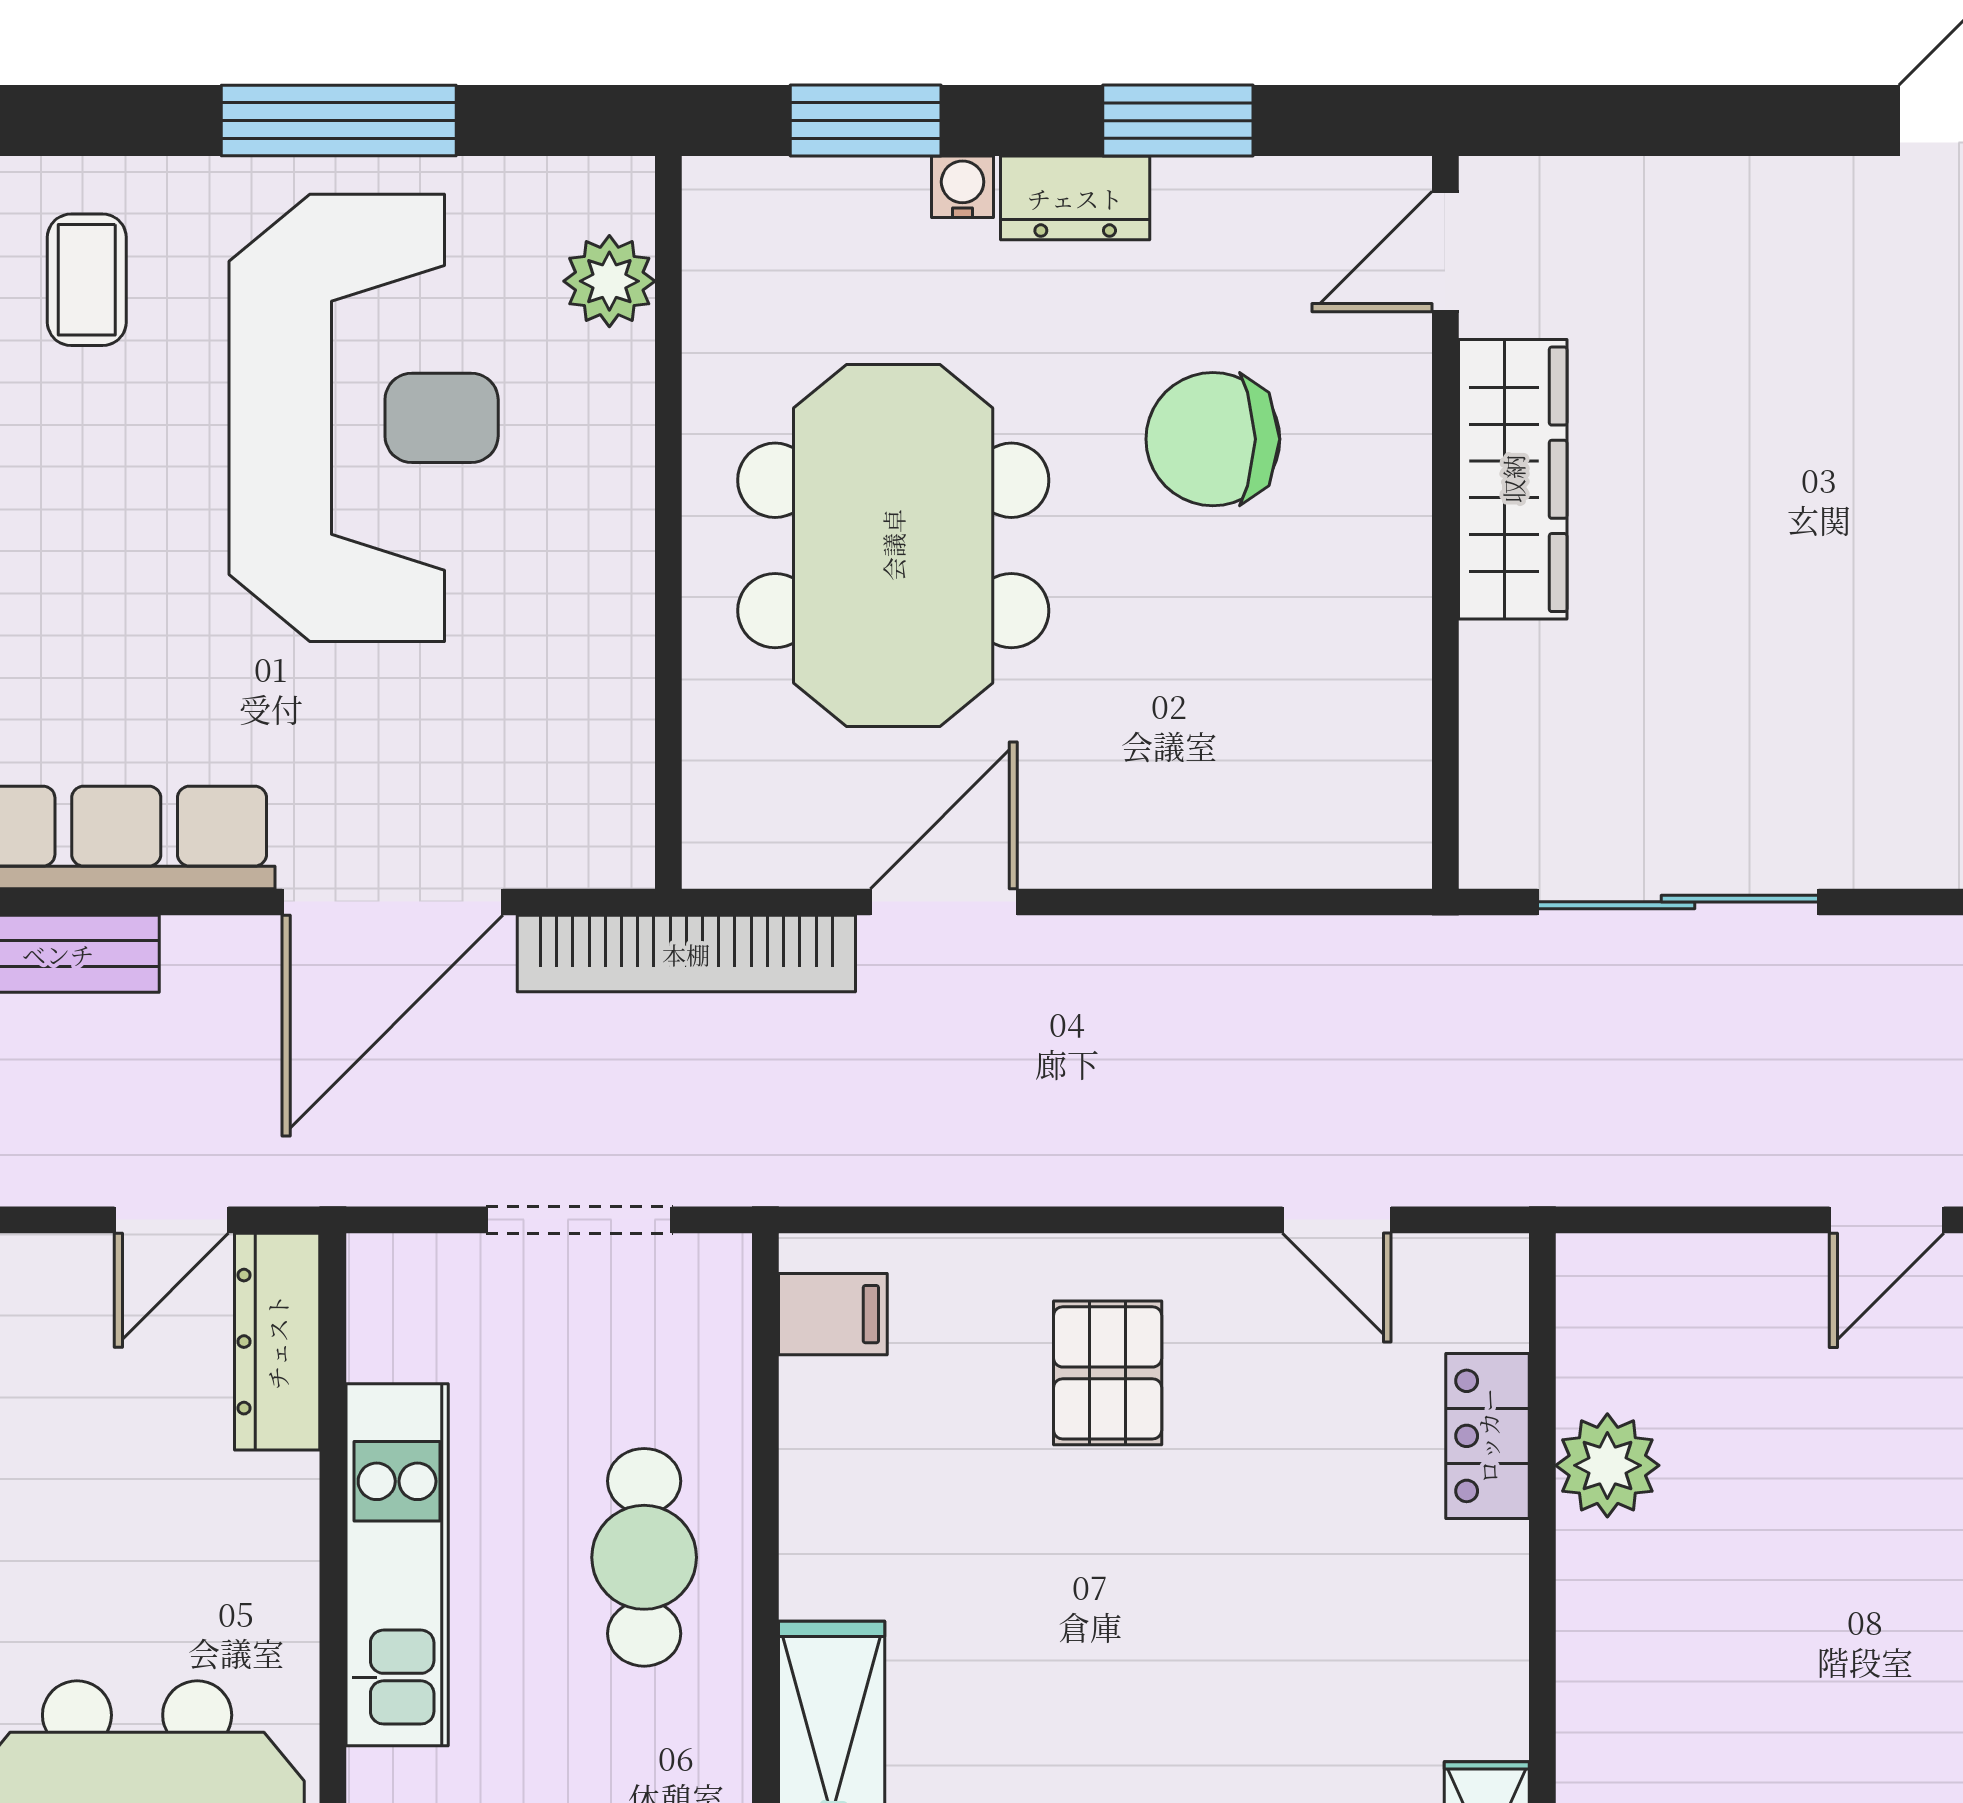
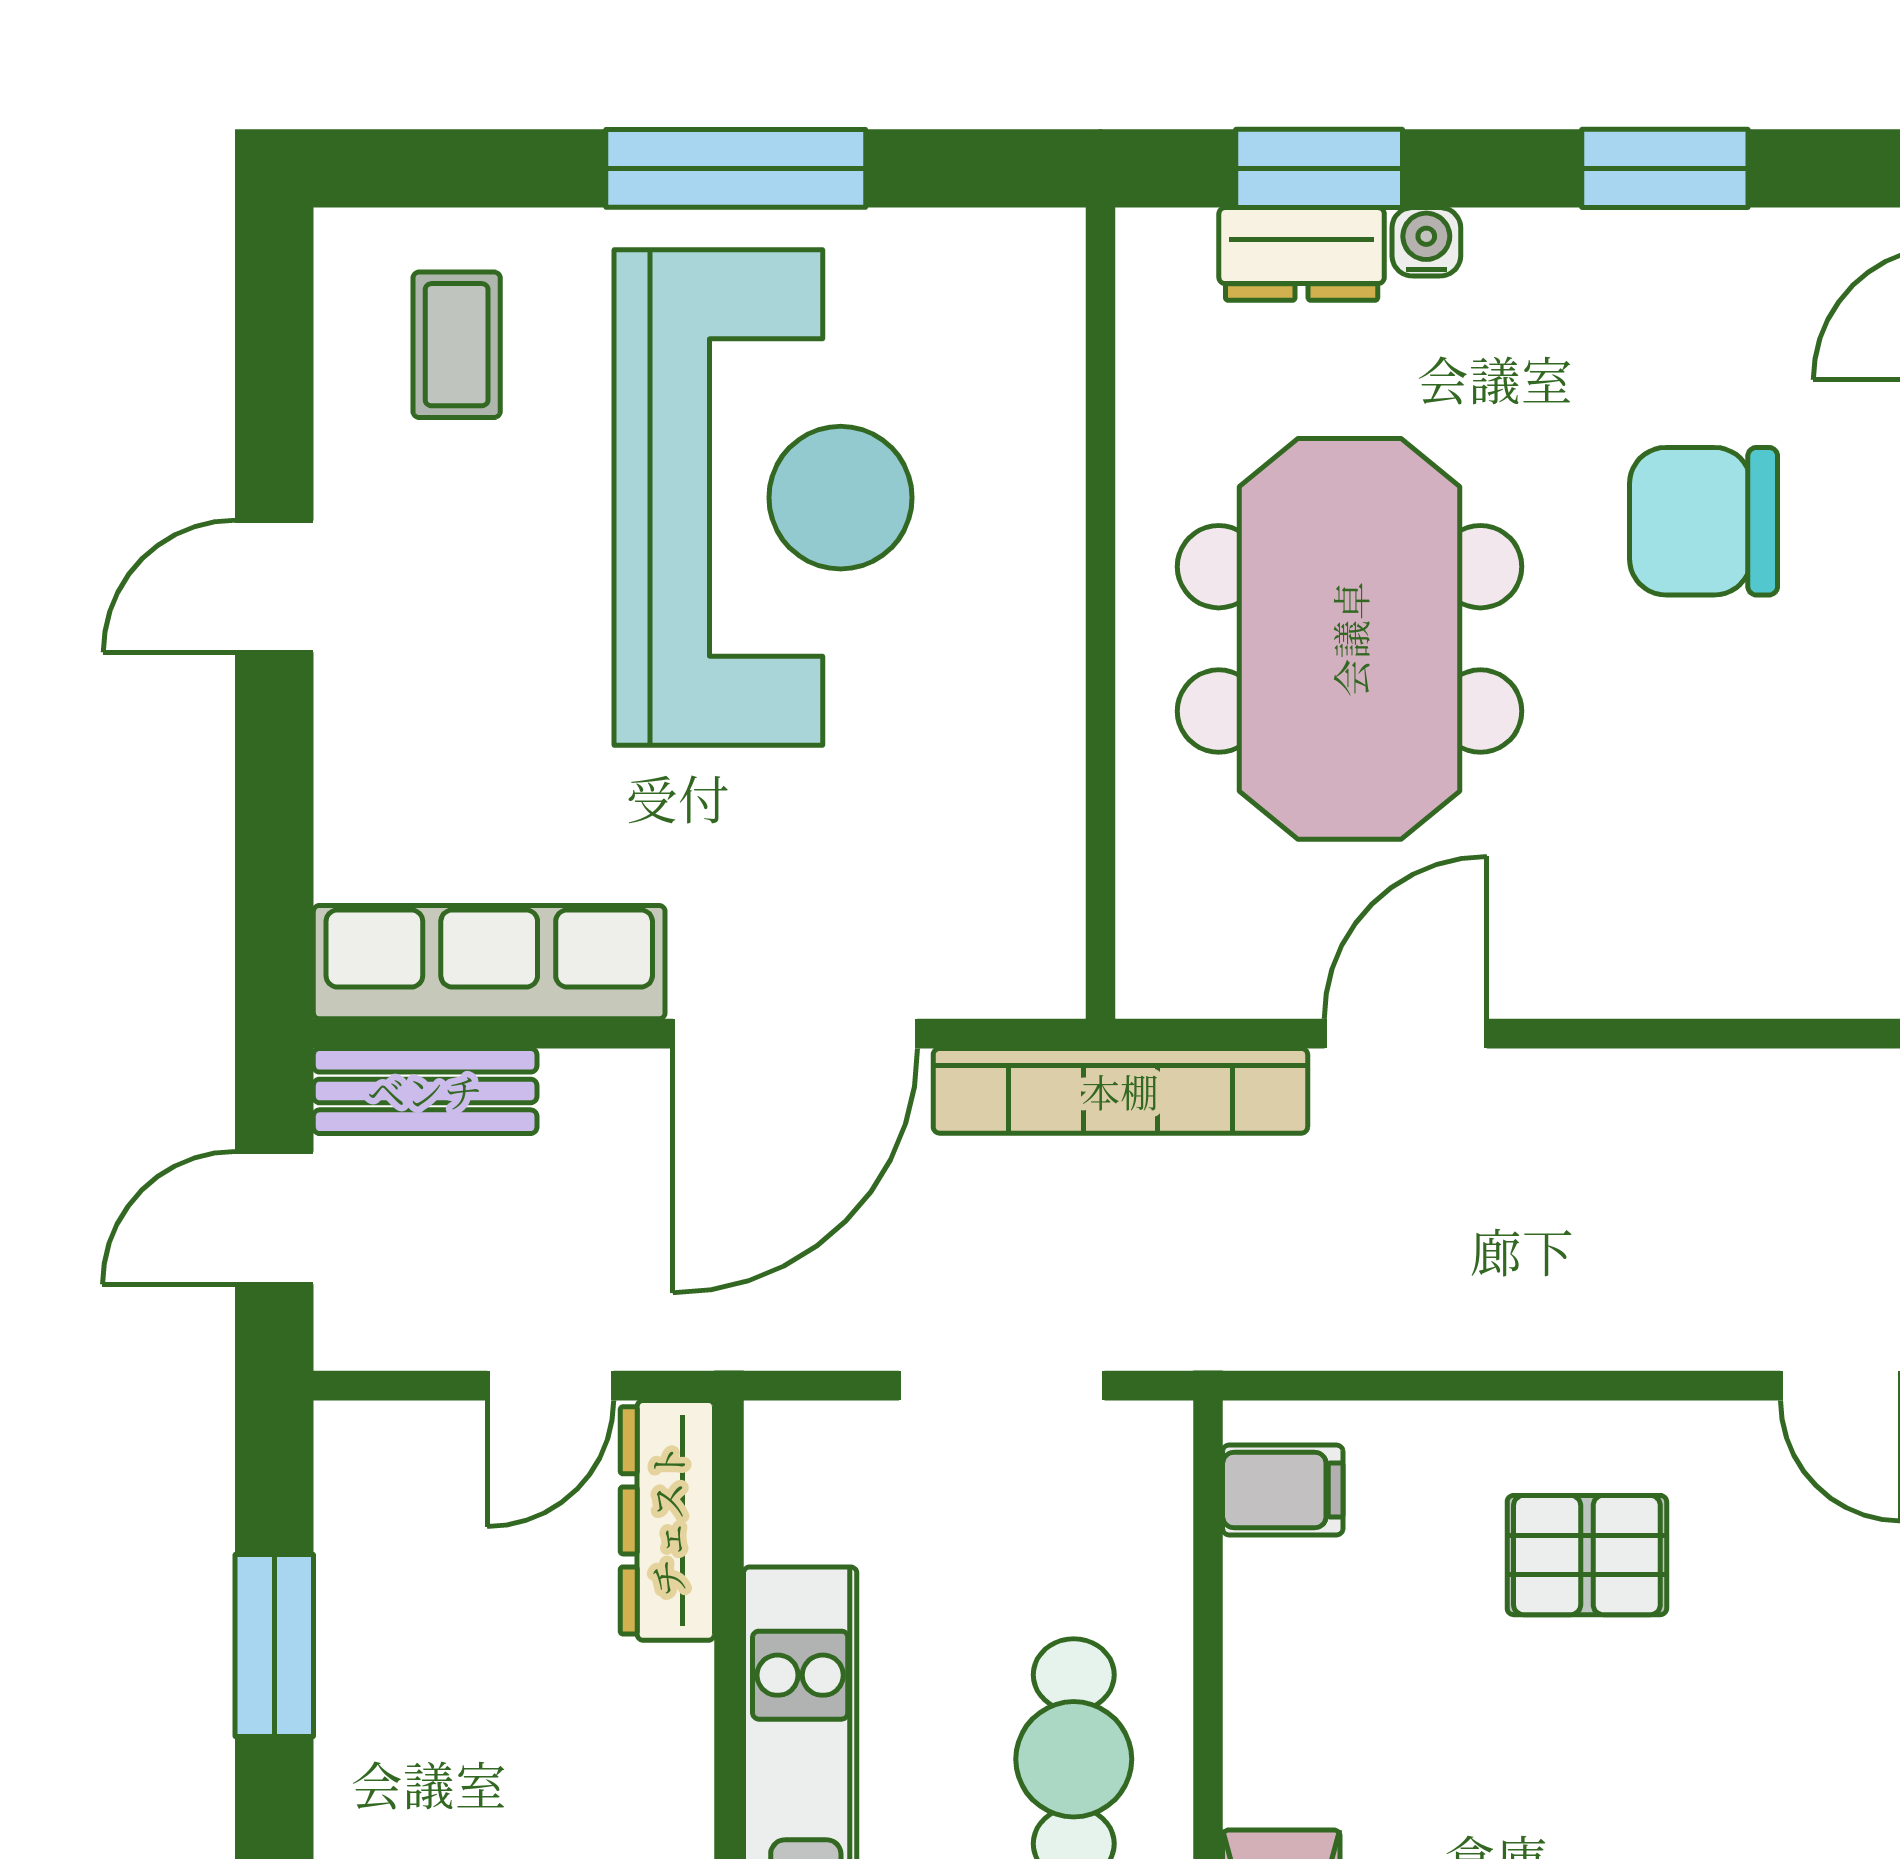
dresser: (1075, 198) -> (1302, 254), moved
plant: (609, 281) -> (1035, 346), removed
pallet: (1108, 1373) -> (1587, 1555), turned 90

